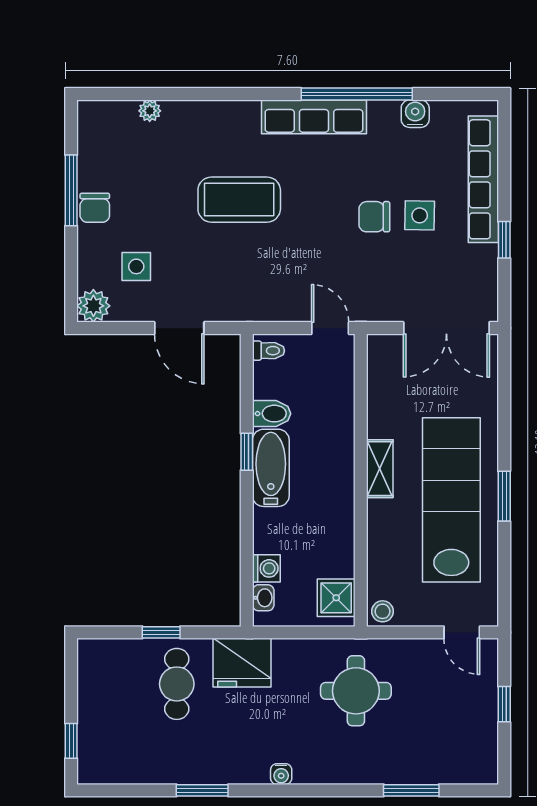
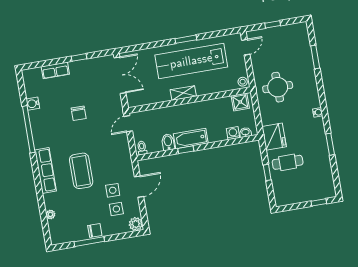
row of seats: (314, 117) -> (46, 170), moved
row of seats: (483, 179) -> (55, 70), width x0.50
side table: (420, 215) -> (113, 190), moved

